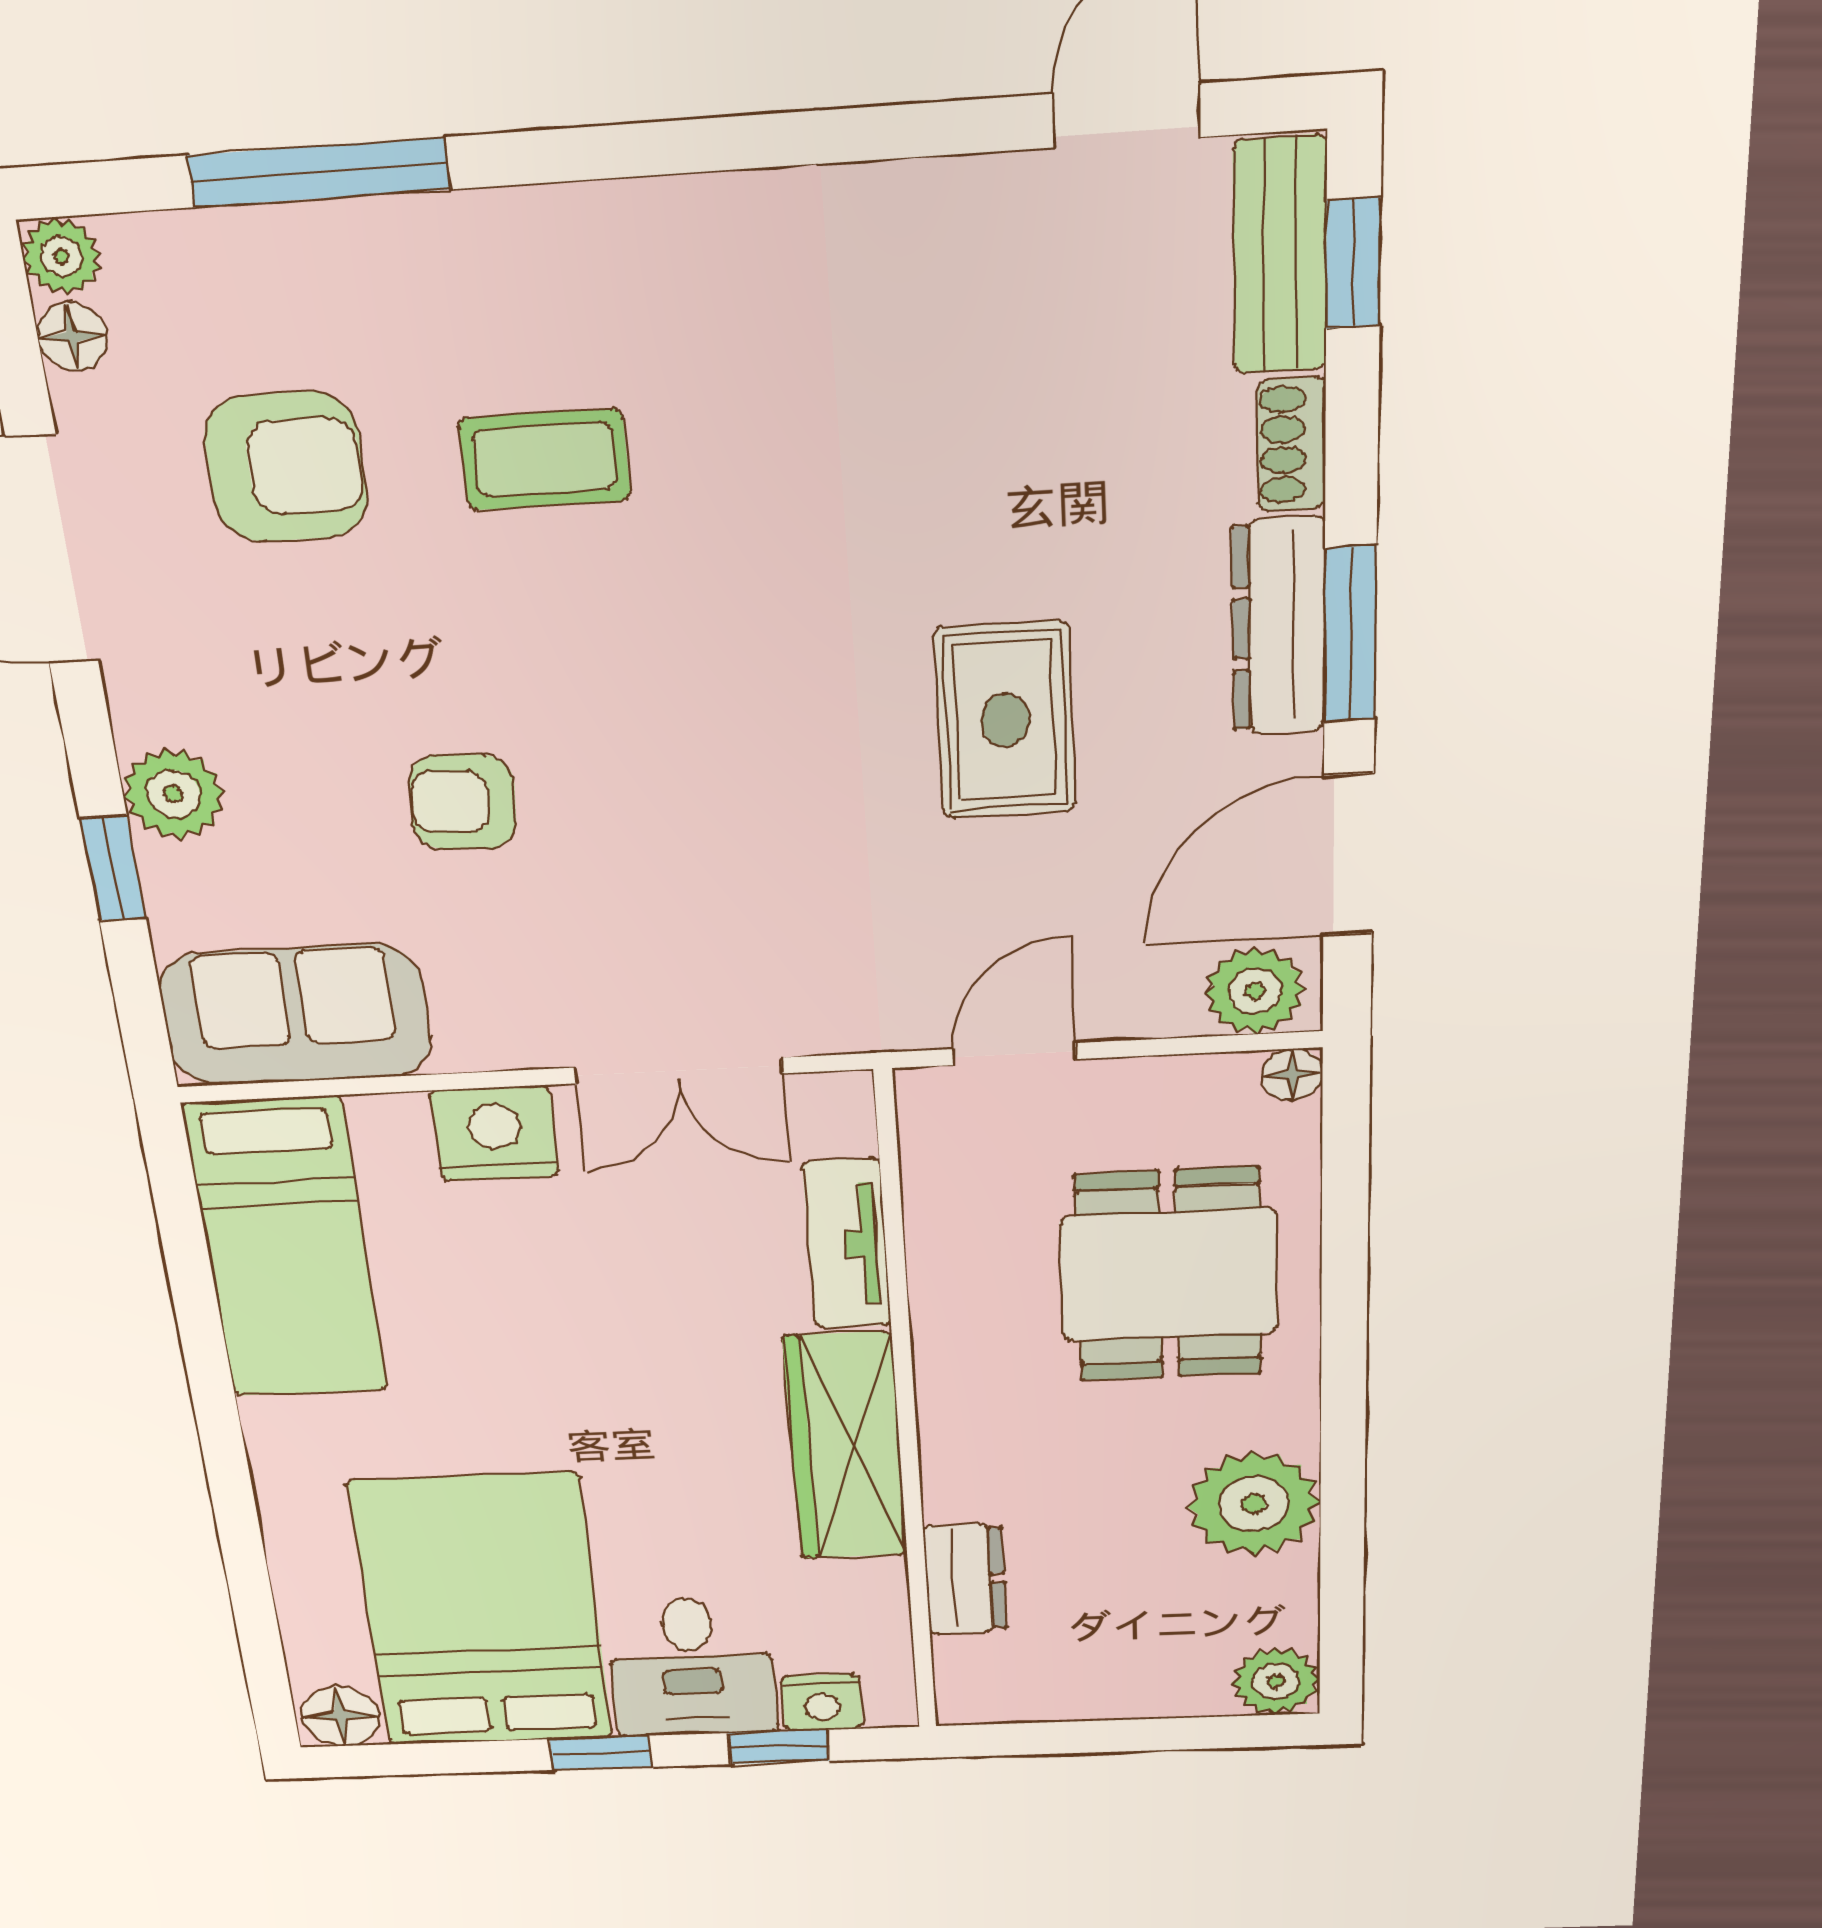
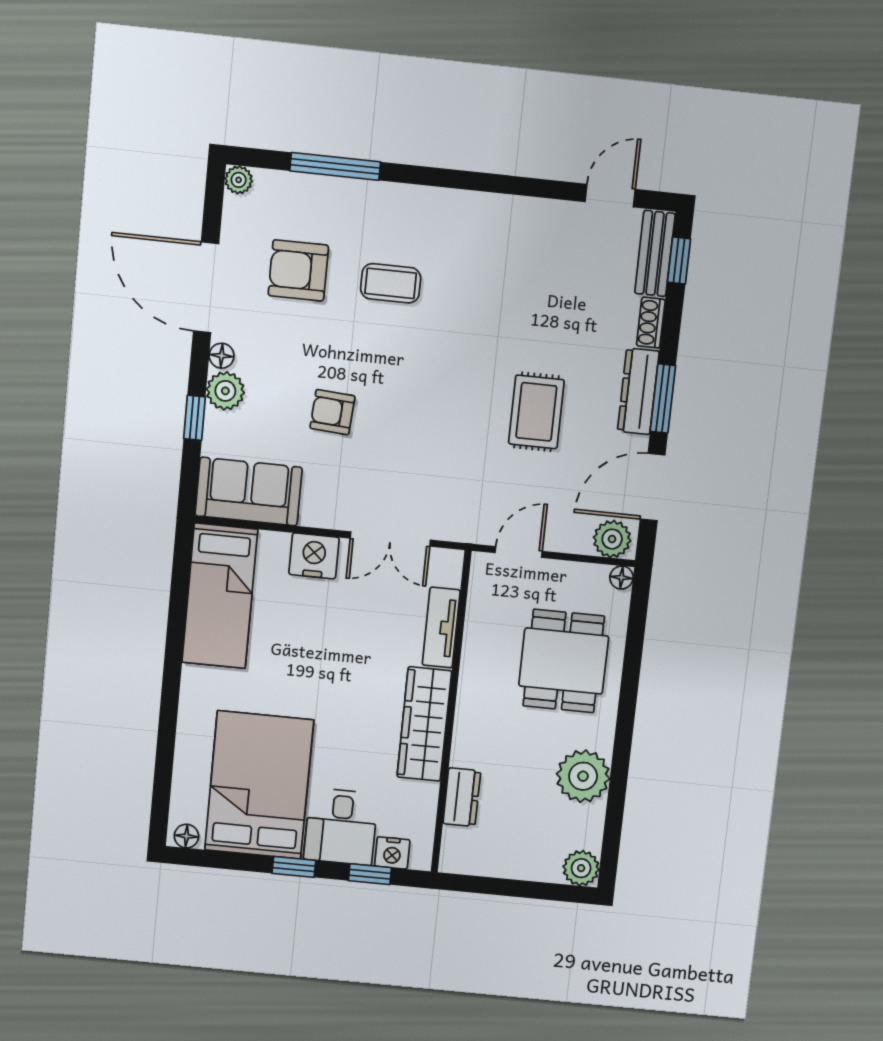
floor lamp: (72, 337) -> (222, 356), moved
armchair: (286, 467) -> (298, 270), turned 180
floor lamp: (341, 1716) -> (186, 836), width x0.73, depth x0.73

